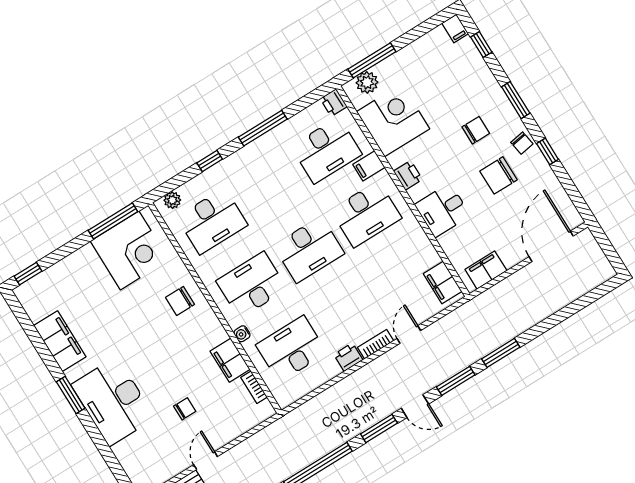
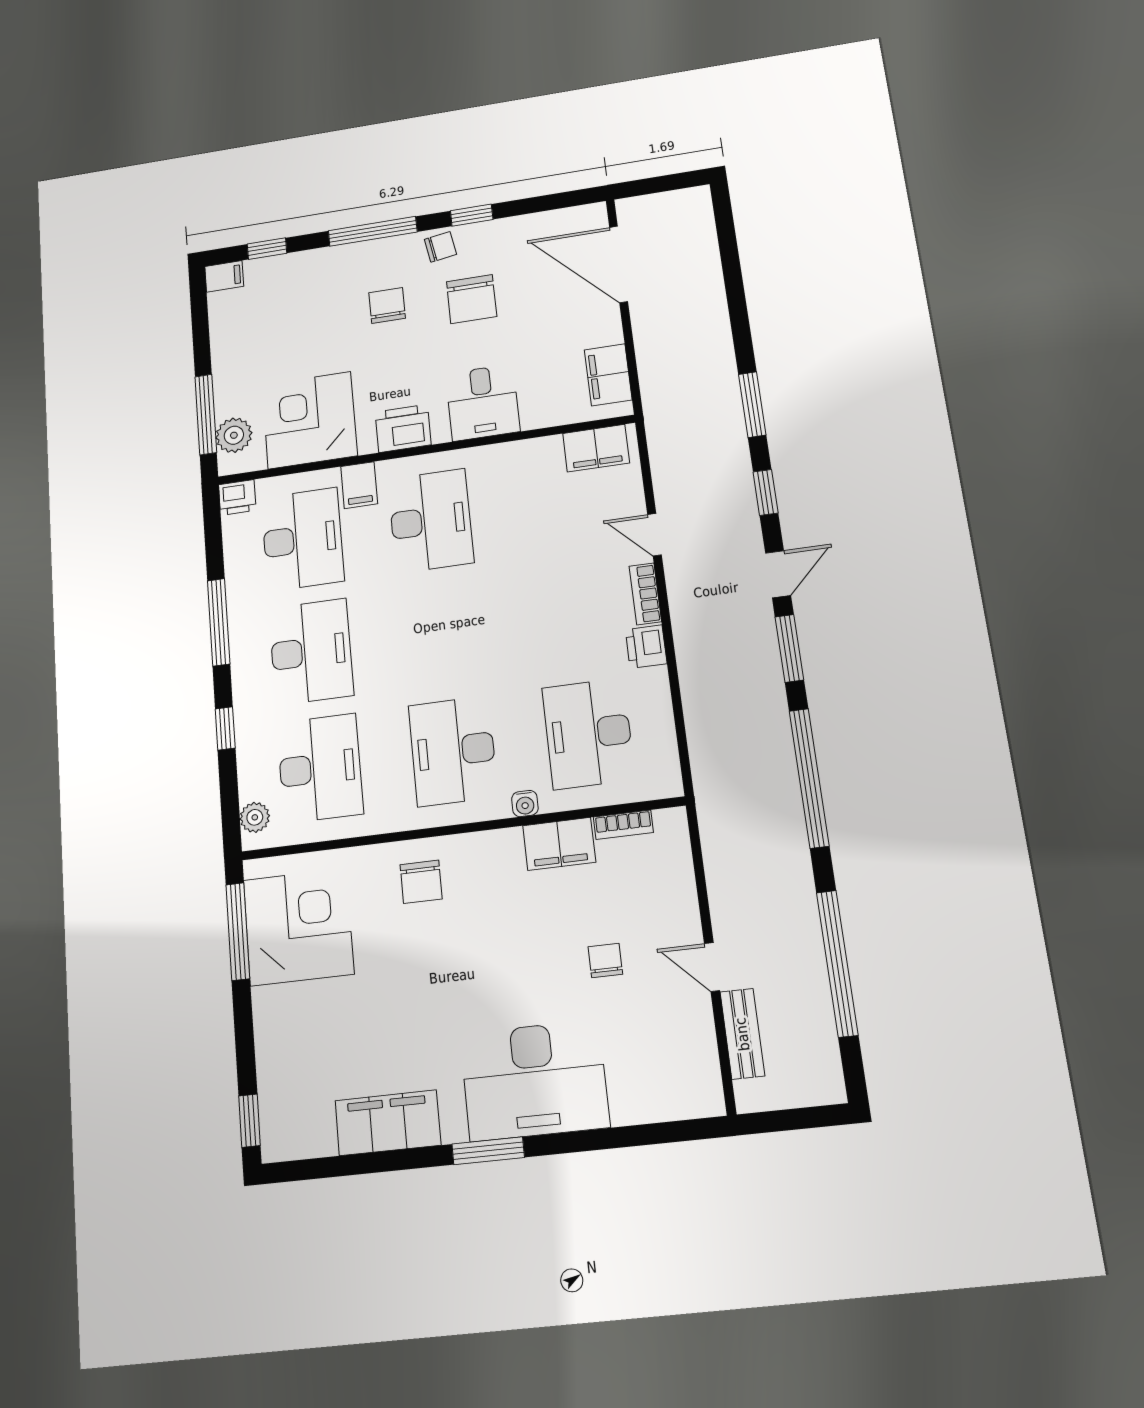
window: (516, 100) -> (373, 231), width x1.44
printer: (408, 175) -> (403, 428), width x1.36, depth x1.24
desk: (309, 250) -> (311, 652), moved
window: (456, 381) -> (766, 492), width x0.67

